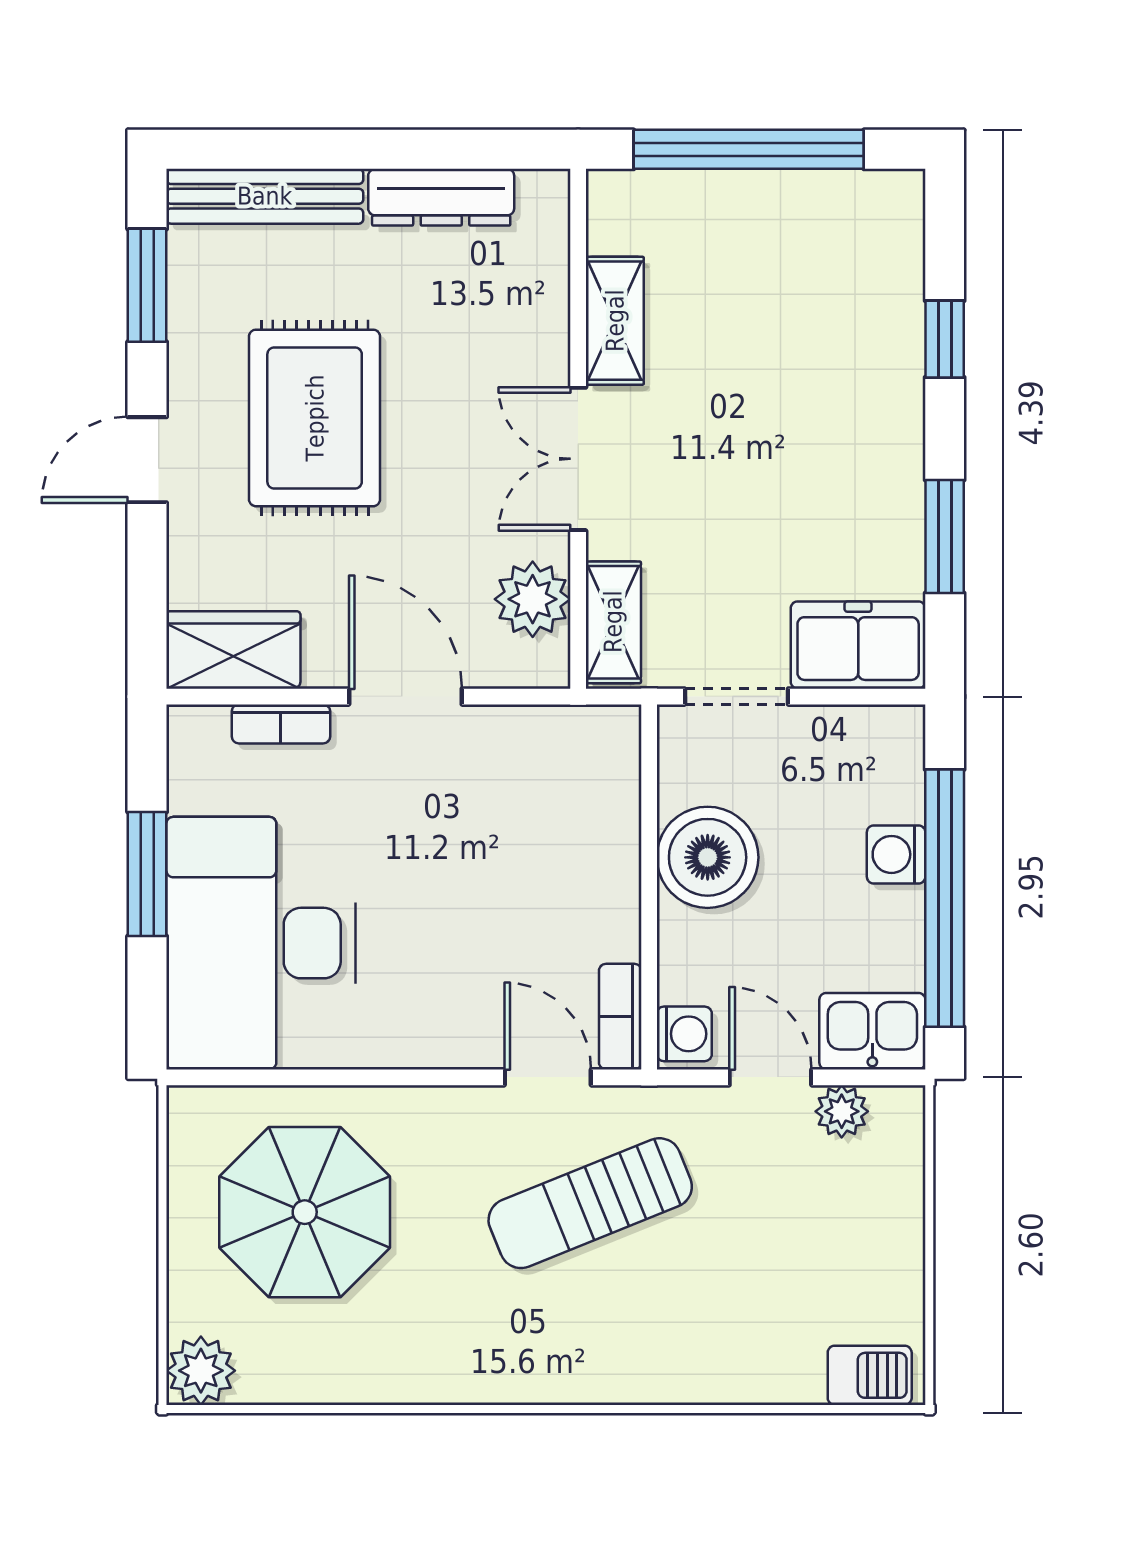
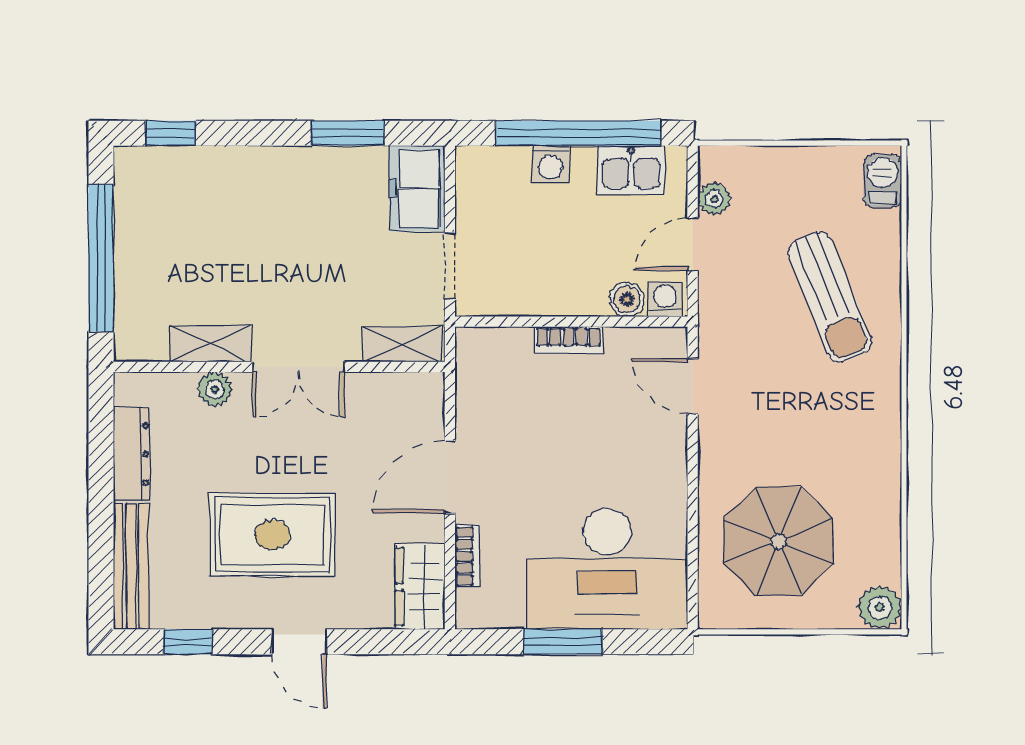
window: (147, 285) -> (188, 642), width x0.67
window: (945, 339) -> (171, 133), moved
plant: (533, 599) -> (215, 389), moved, width x0.73, depth x0.73
boiler: (708, 857) -> (627, 299), moved, width x0.54, depth x0.54
bookcase: (620, 1017) -> (569, 340), moved
kitchen sink: (872, 1031) -> (631, 170), moved, turned -90
door: (548, 1077) -> (693, 386), hinge flipped
sun lounger: (590, 1203) -> (830, 297), moved

